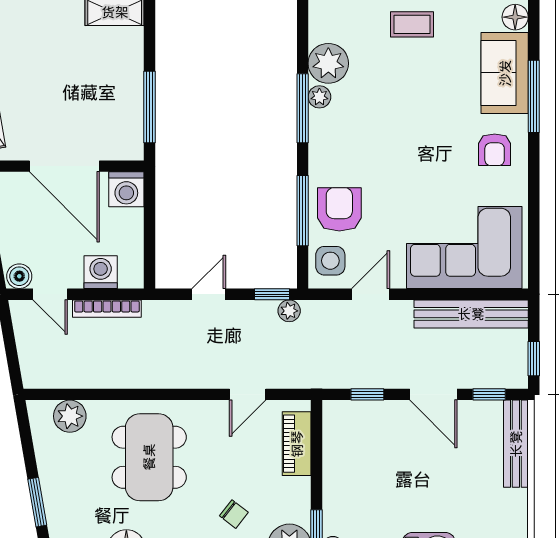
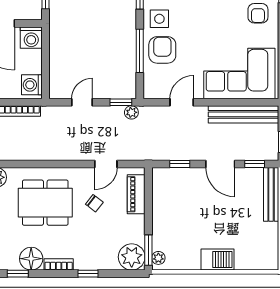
side table: (330, 261) -> (159, 19), moved
washing machine: (101, 272) -> (32, 85), moved, turned -90
dining table: (149, 457) -> (45, 203), turned 90
chair: (234, 514) -> (94, 203), moved

